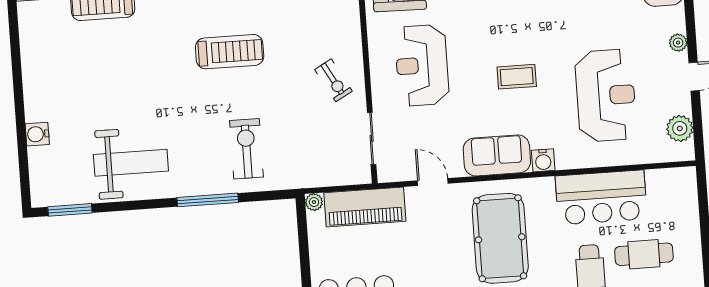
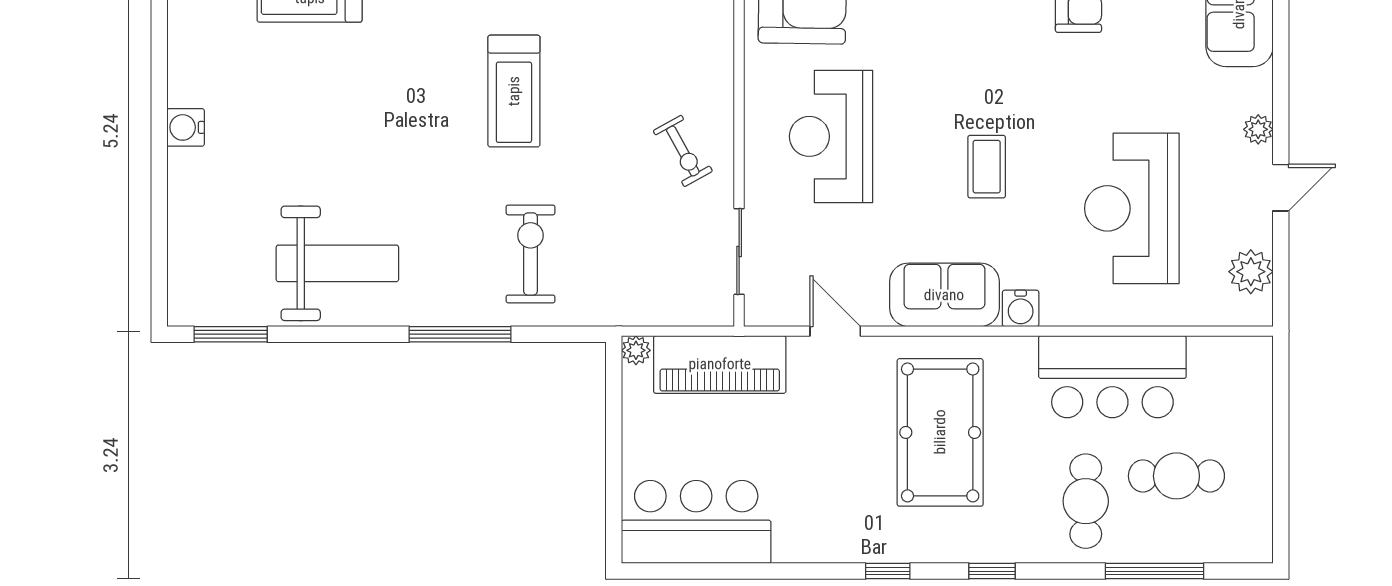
treadmill: (230, 52) -> (514, 91), turned 90
coffee table: (517, 77) -> (987, 167), turned 90
reception desk: (606, 95) -> (1132, 208), turned 180
water cooler: (37, 134) -> (186, 127), moved

